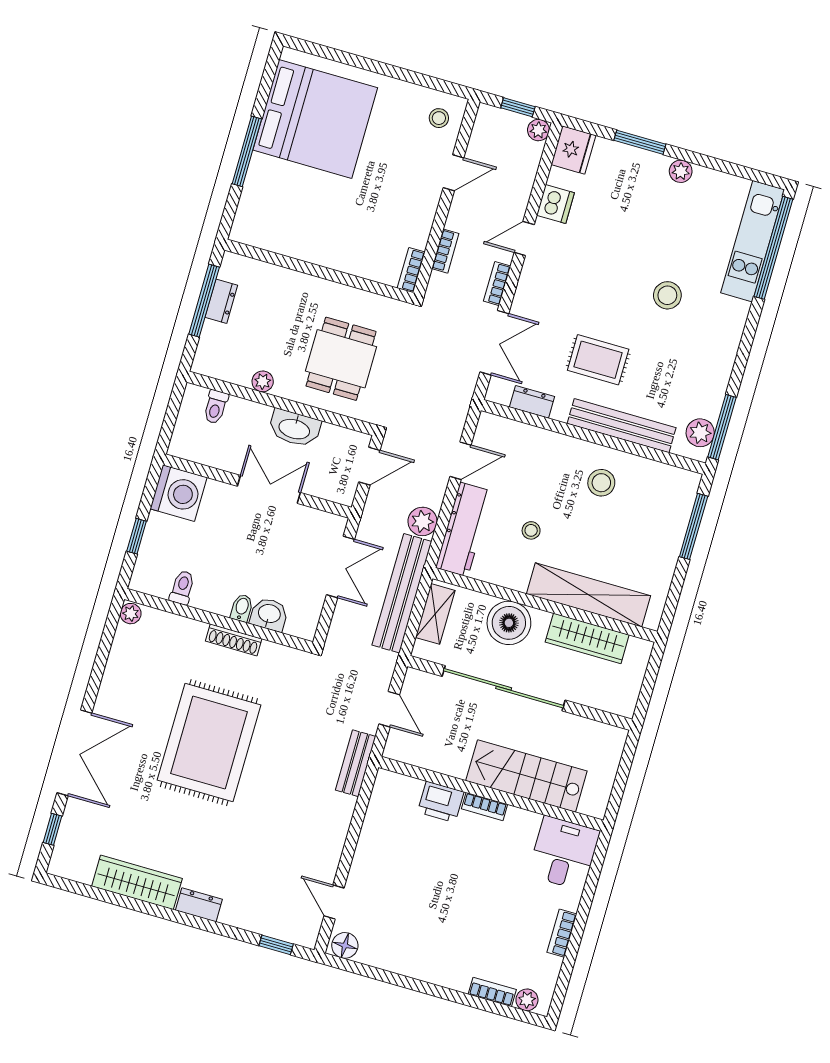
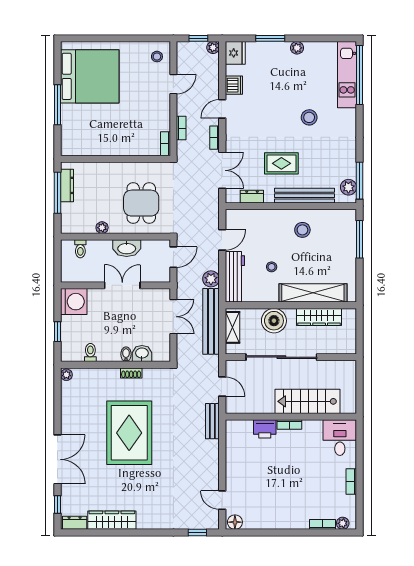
dresser: (221, 301) -> (67, 185), width x1.44
shoe rack: (234, 640) -> (131, 373), width x0.70
dresser: (199, 905) -> (75, 523), moved

